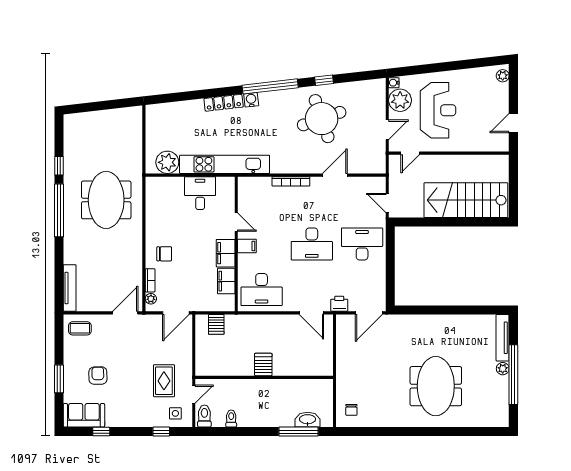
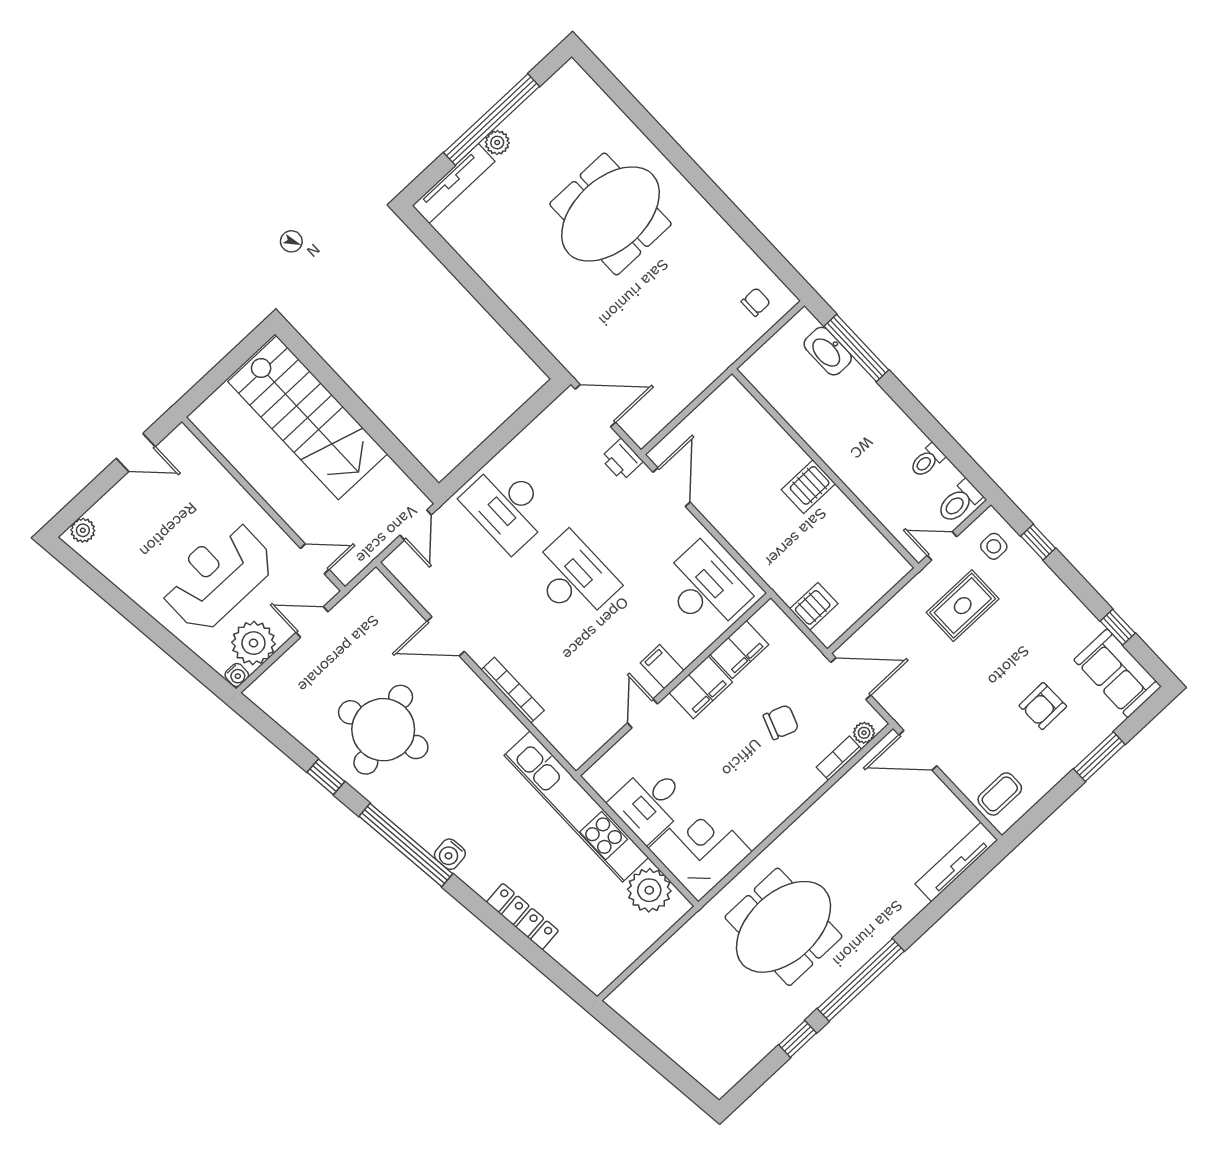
locker: (224, 103) -> (522, 916), moved
corner desk: (164, 196) -> (700, 850), added
chair: (164, 254) -> (781, 722), moved, turned 110
coffee table: (80, 328) -> (1000, 794), turned 90

